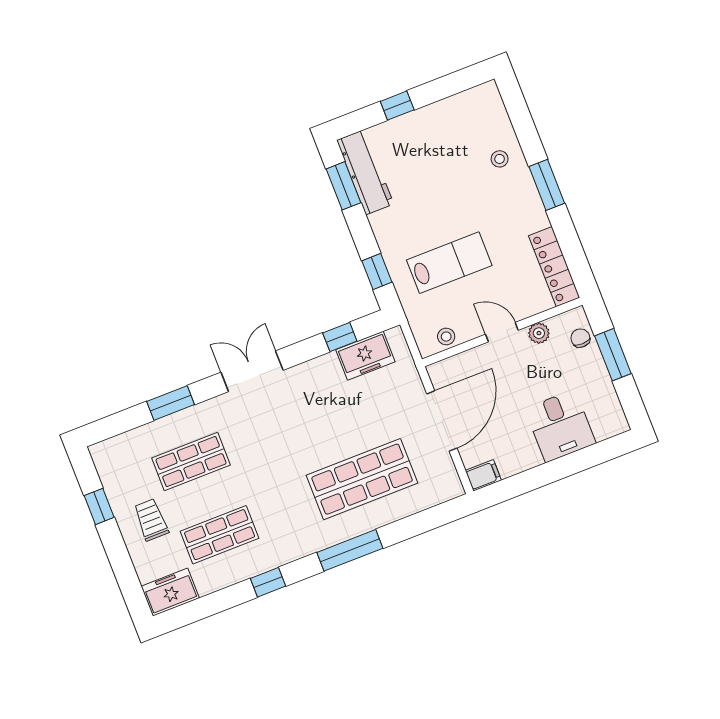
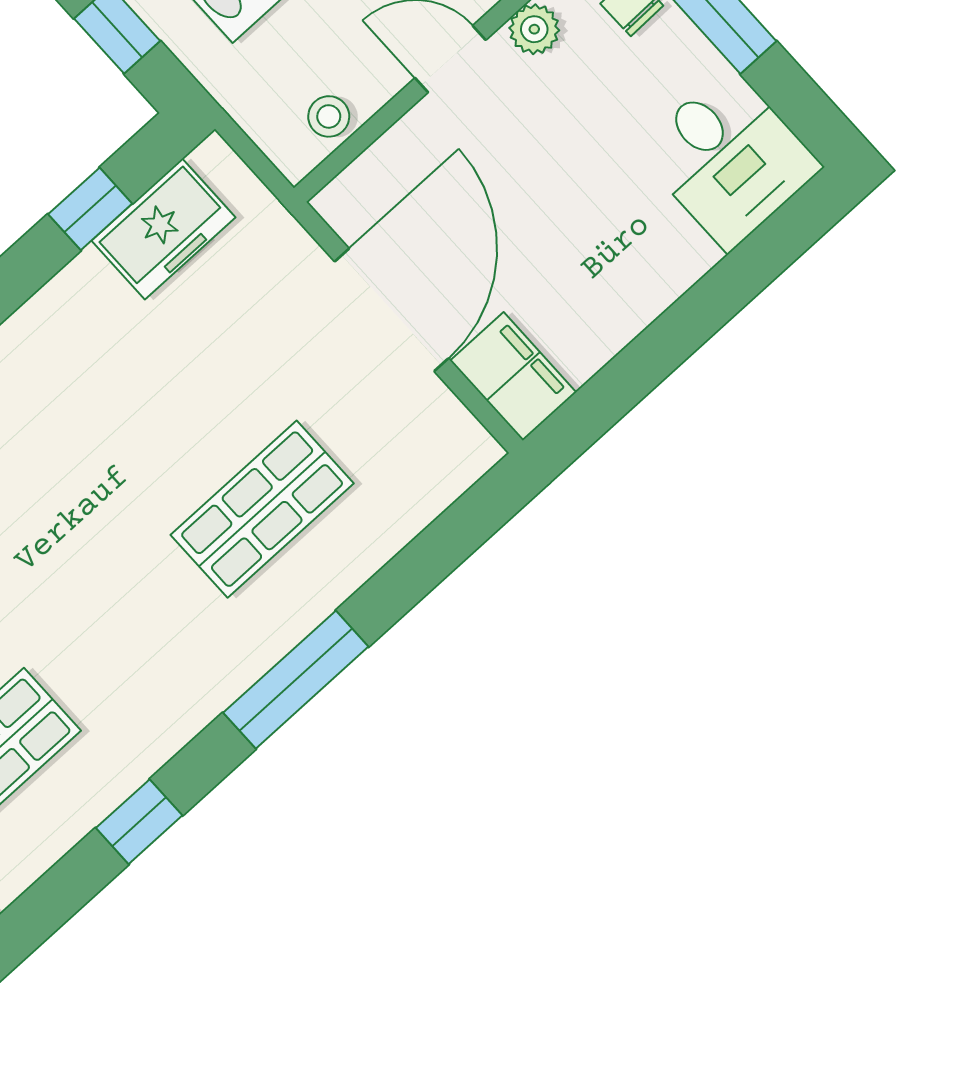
desk: (560, 426) -> (729, 159), moved
filing cabinet: (483, 475) -> (513, 376), width x2.00
shop shelf: (362, 479) -> (262, 509), width x0.70, depth x0.74

